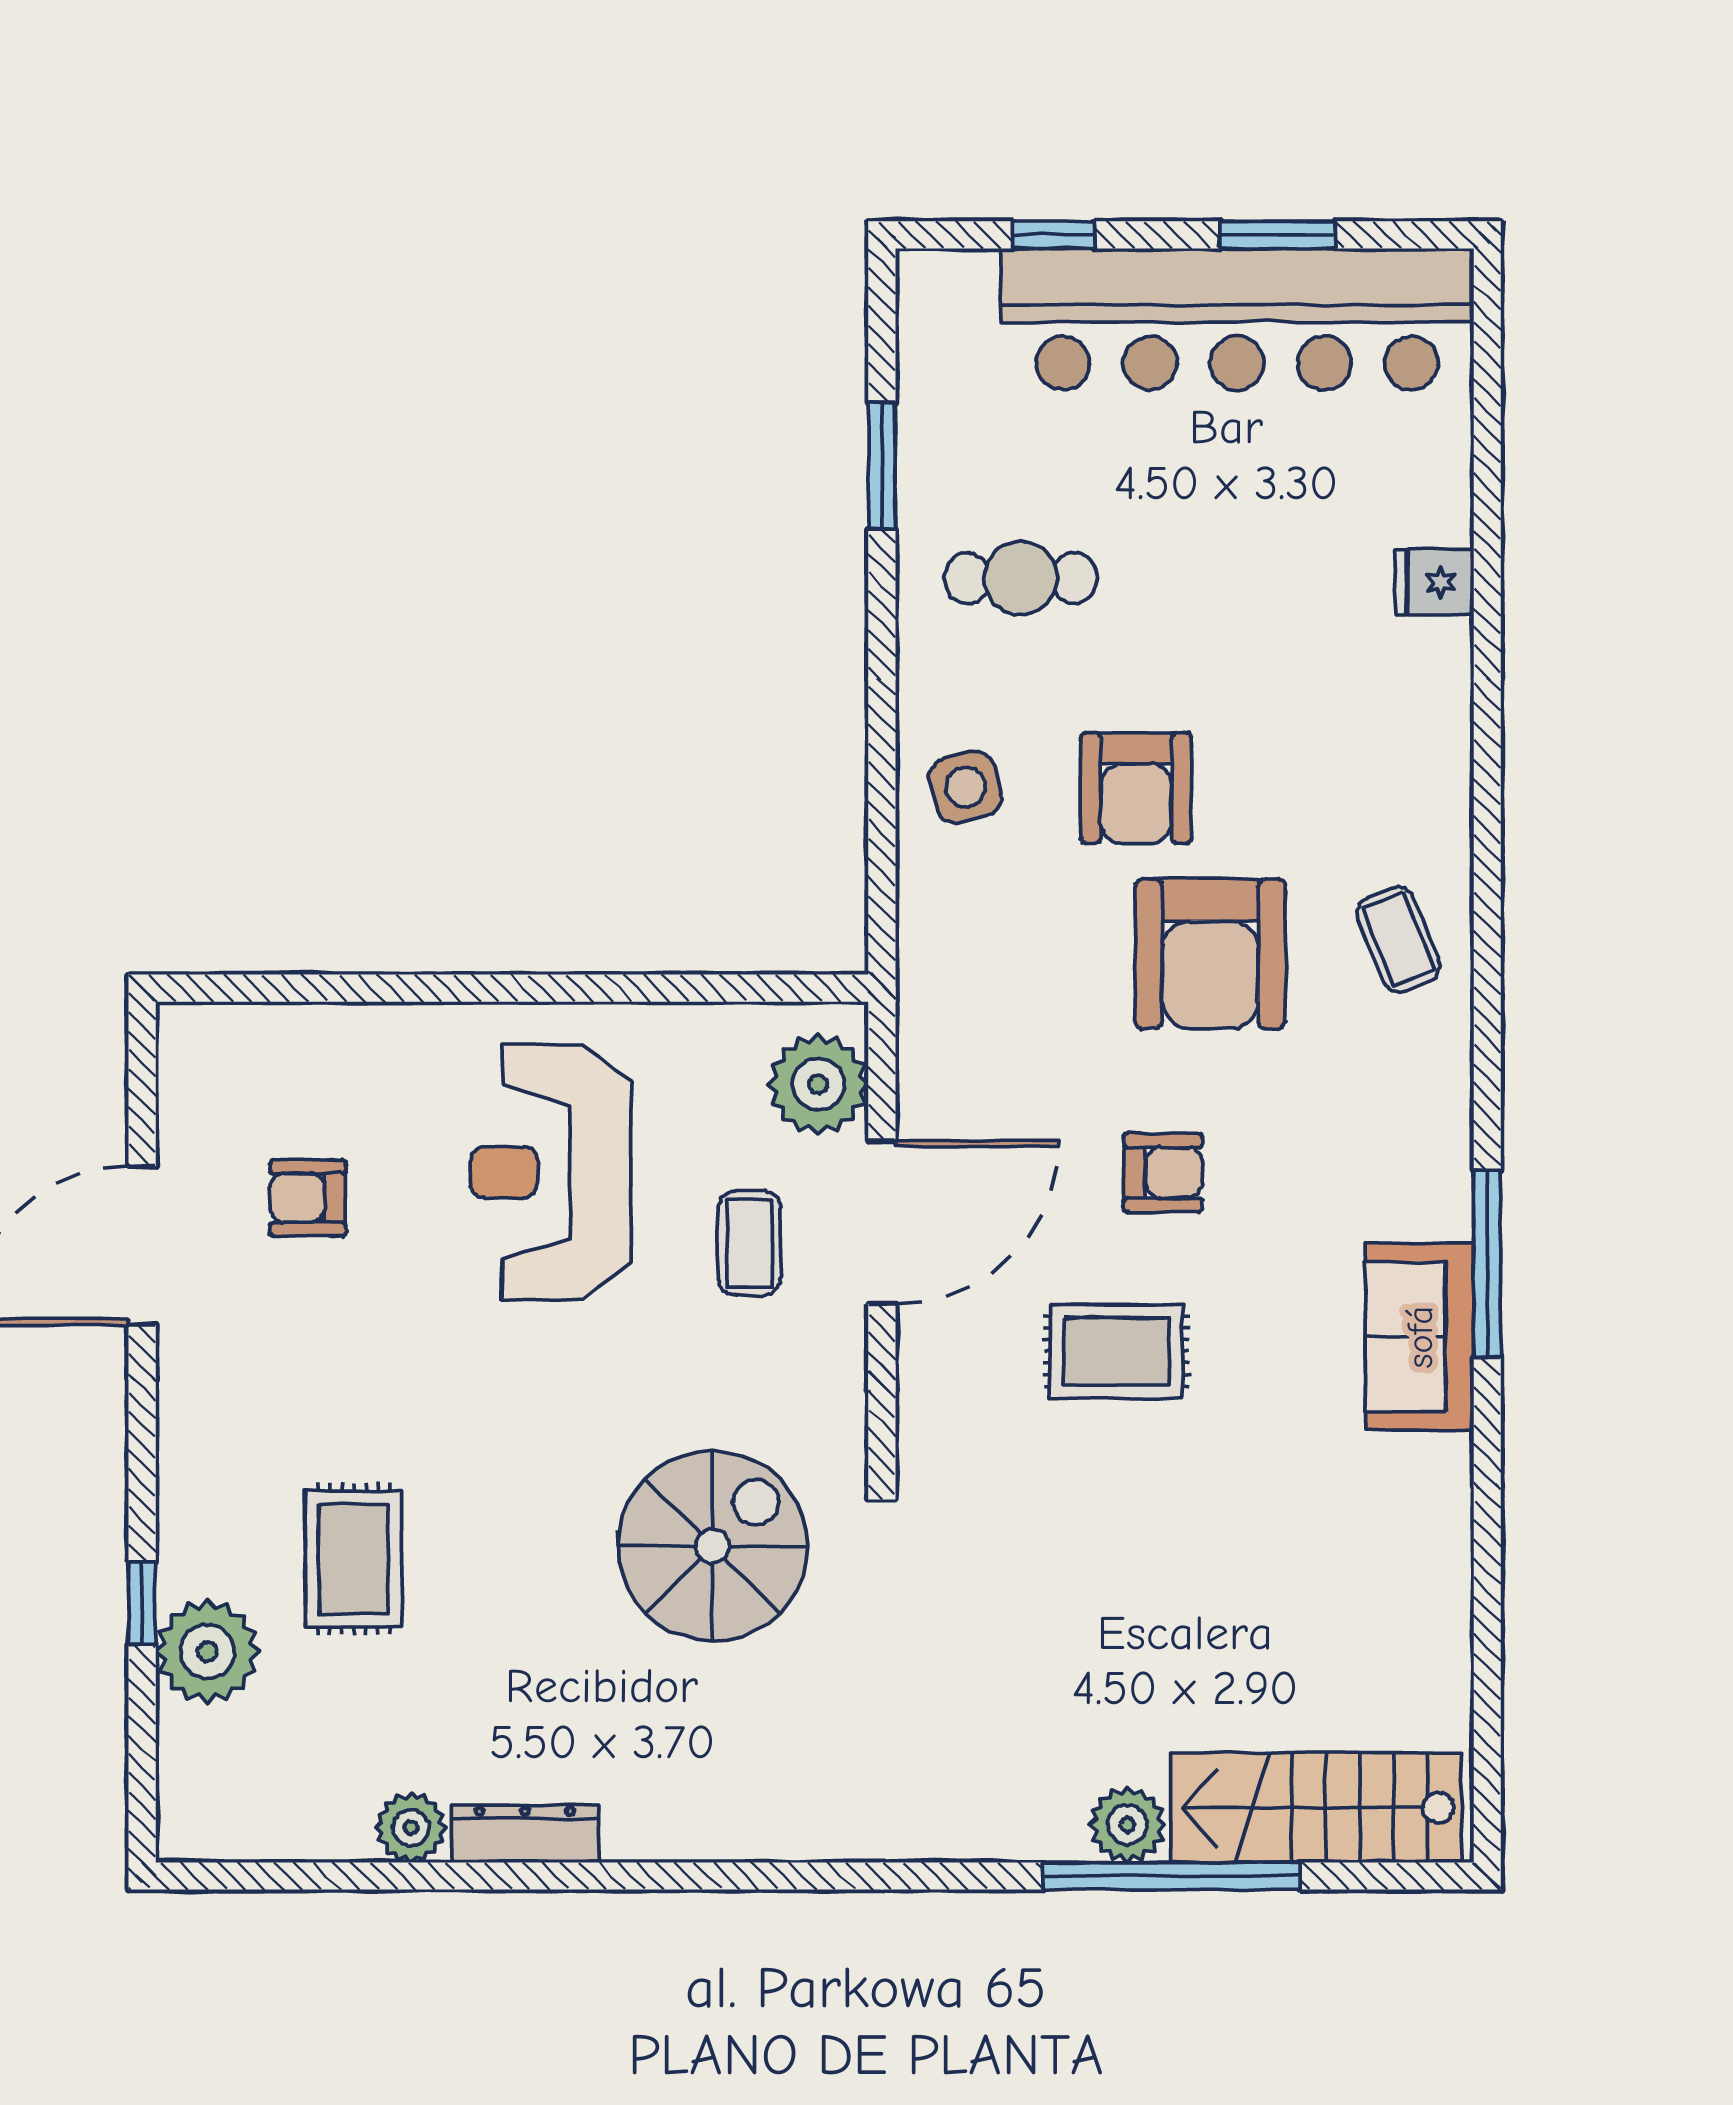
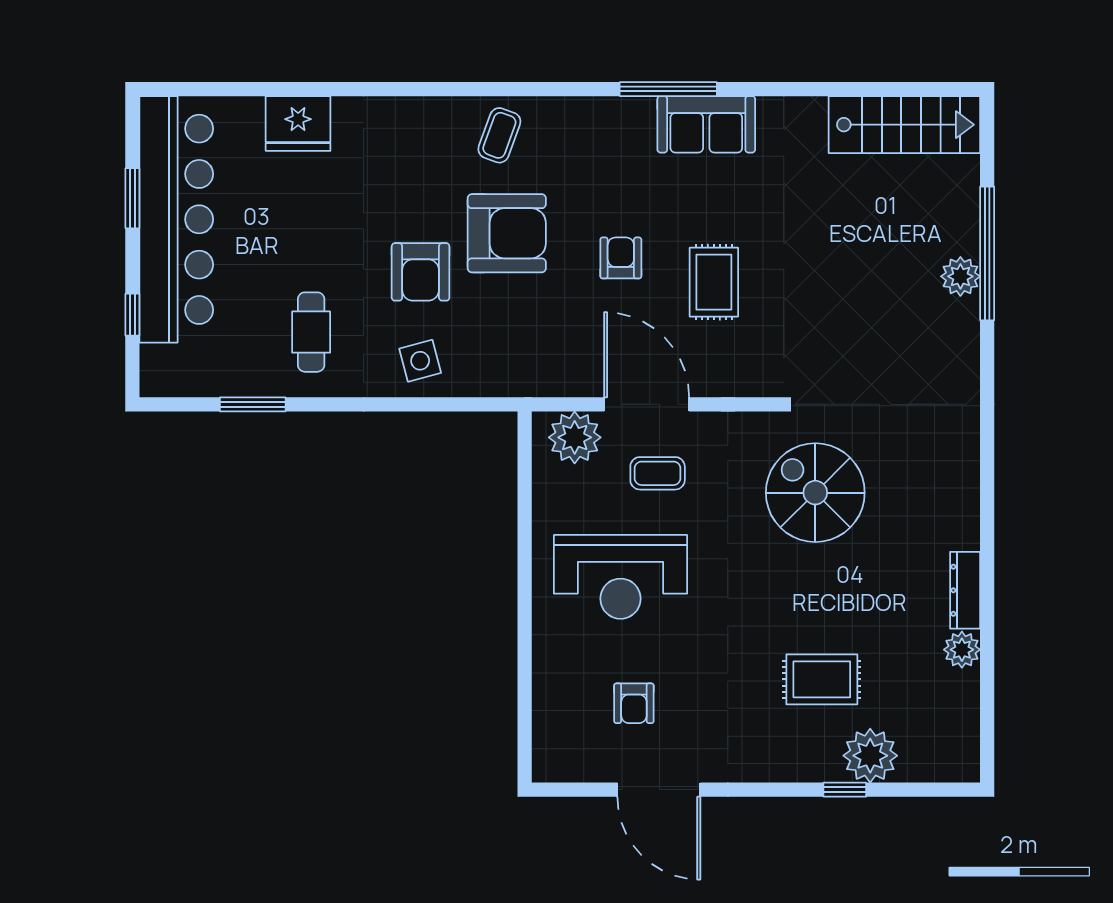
fridge: (1434, 582) -> (298, 123), width x1.88, depth x1.34
armchair: (1136, 788) -> (421, 272), turned 90
coffee table: (1398, 940) -> (499, 135), turned -48
stairs: (1316, 1808) -> (904, 125), moved, turned -90

